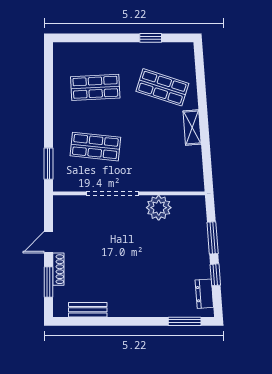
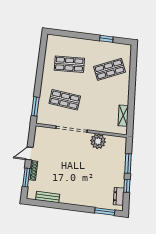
shop shelf: (162, 87) -> (109, 69), turned -42
shelving: (192, 128) -> (123, 116), moved

